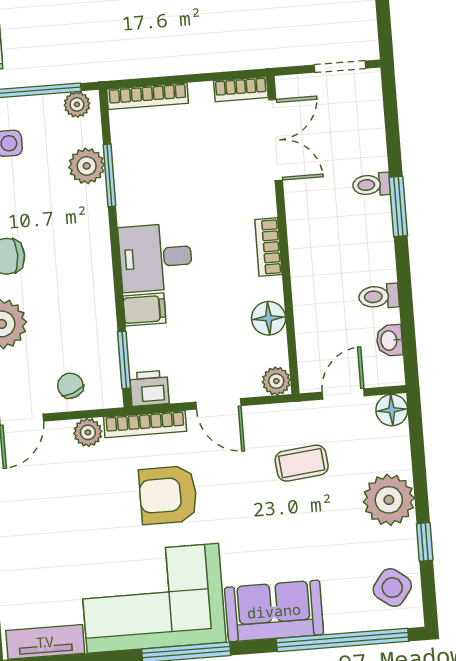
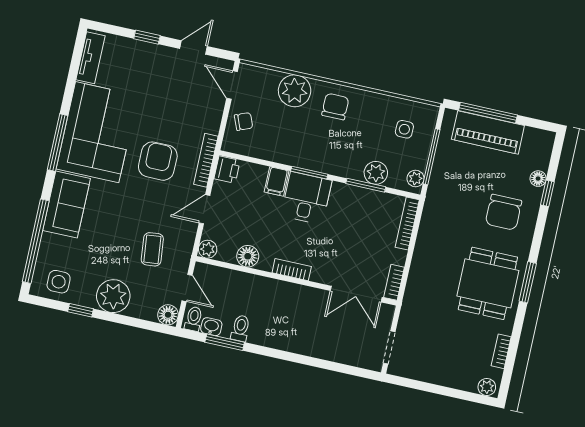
toilet: (371, 185) -> (194, 319), moved
window: (398, 206) -> (225, 342), moved
window: (124, 360) -> (309, 173), moved
plant: (88, 432) -> (211, 123), removed
side table: (392, 588) -> (59, 282), turned -37

